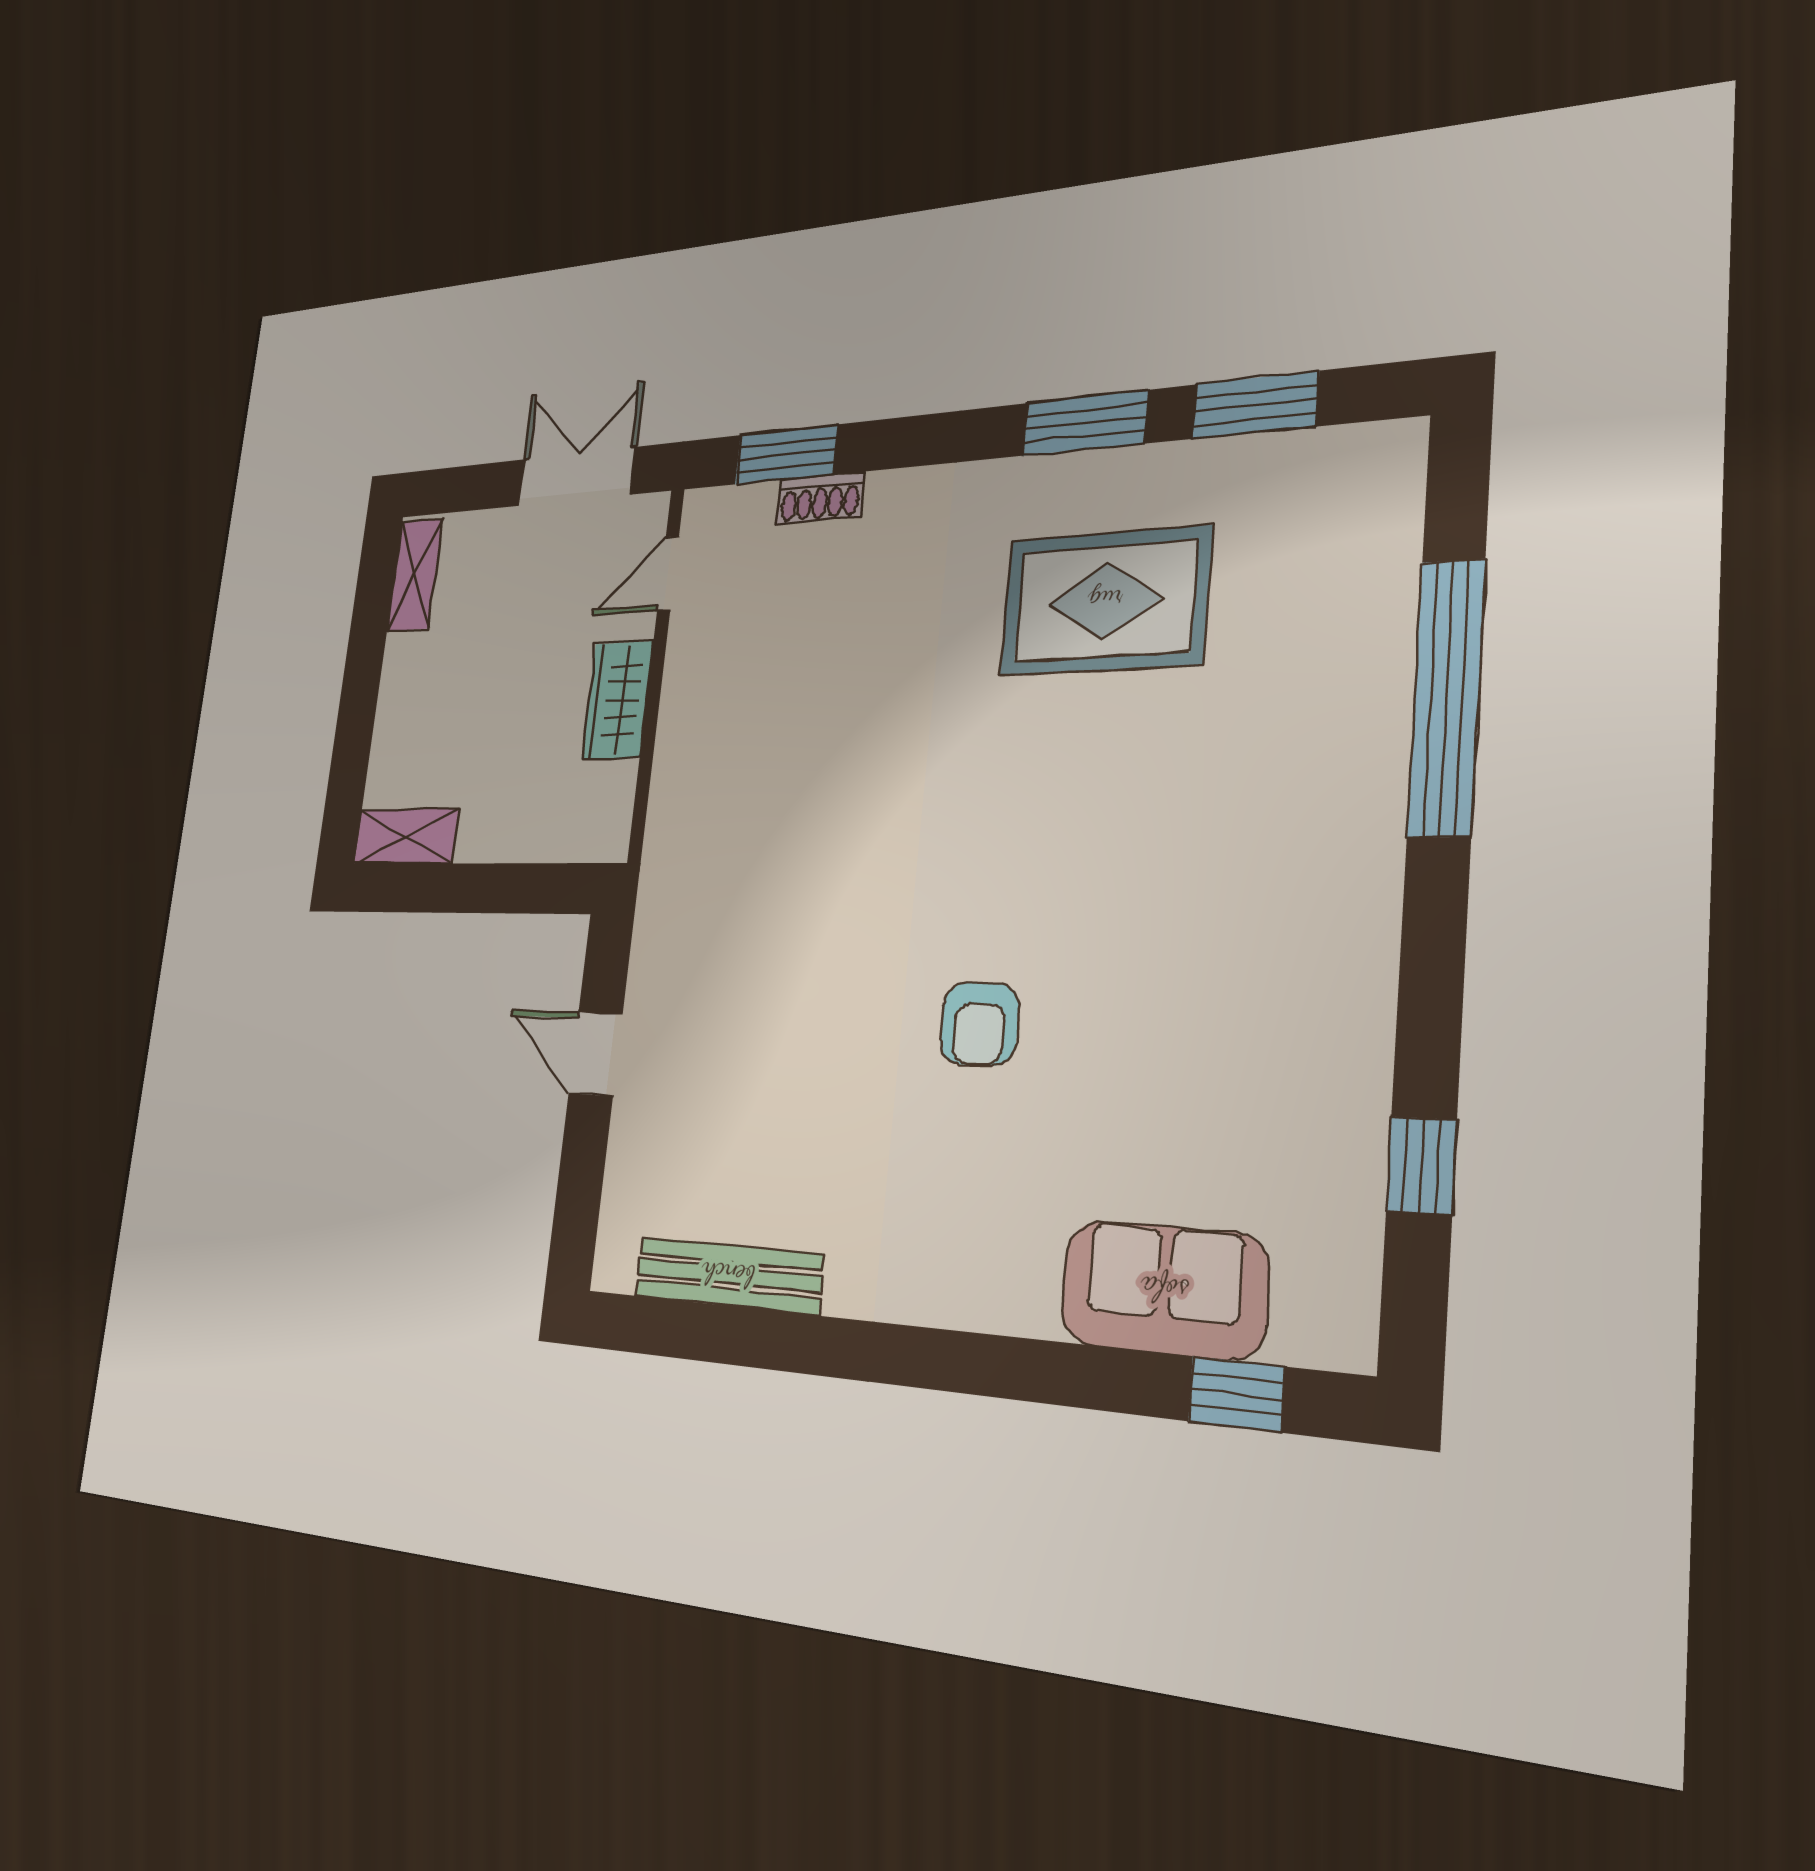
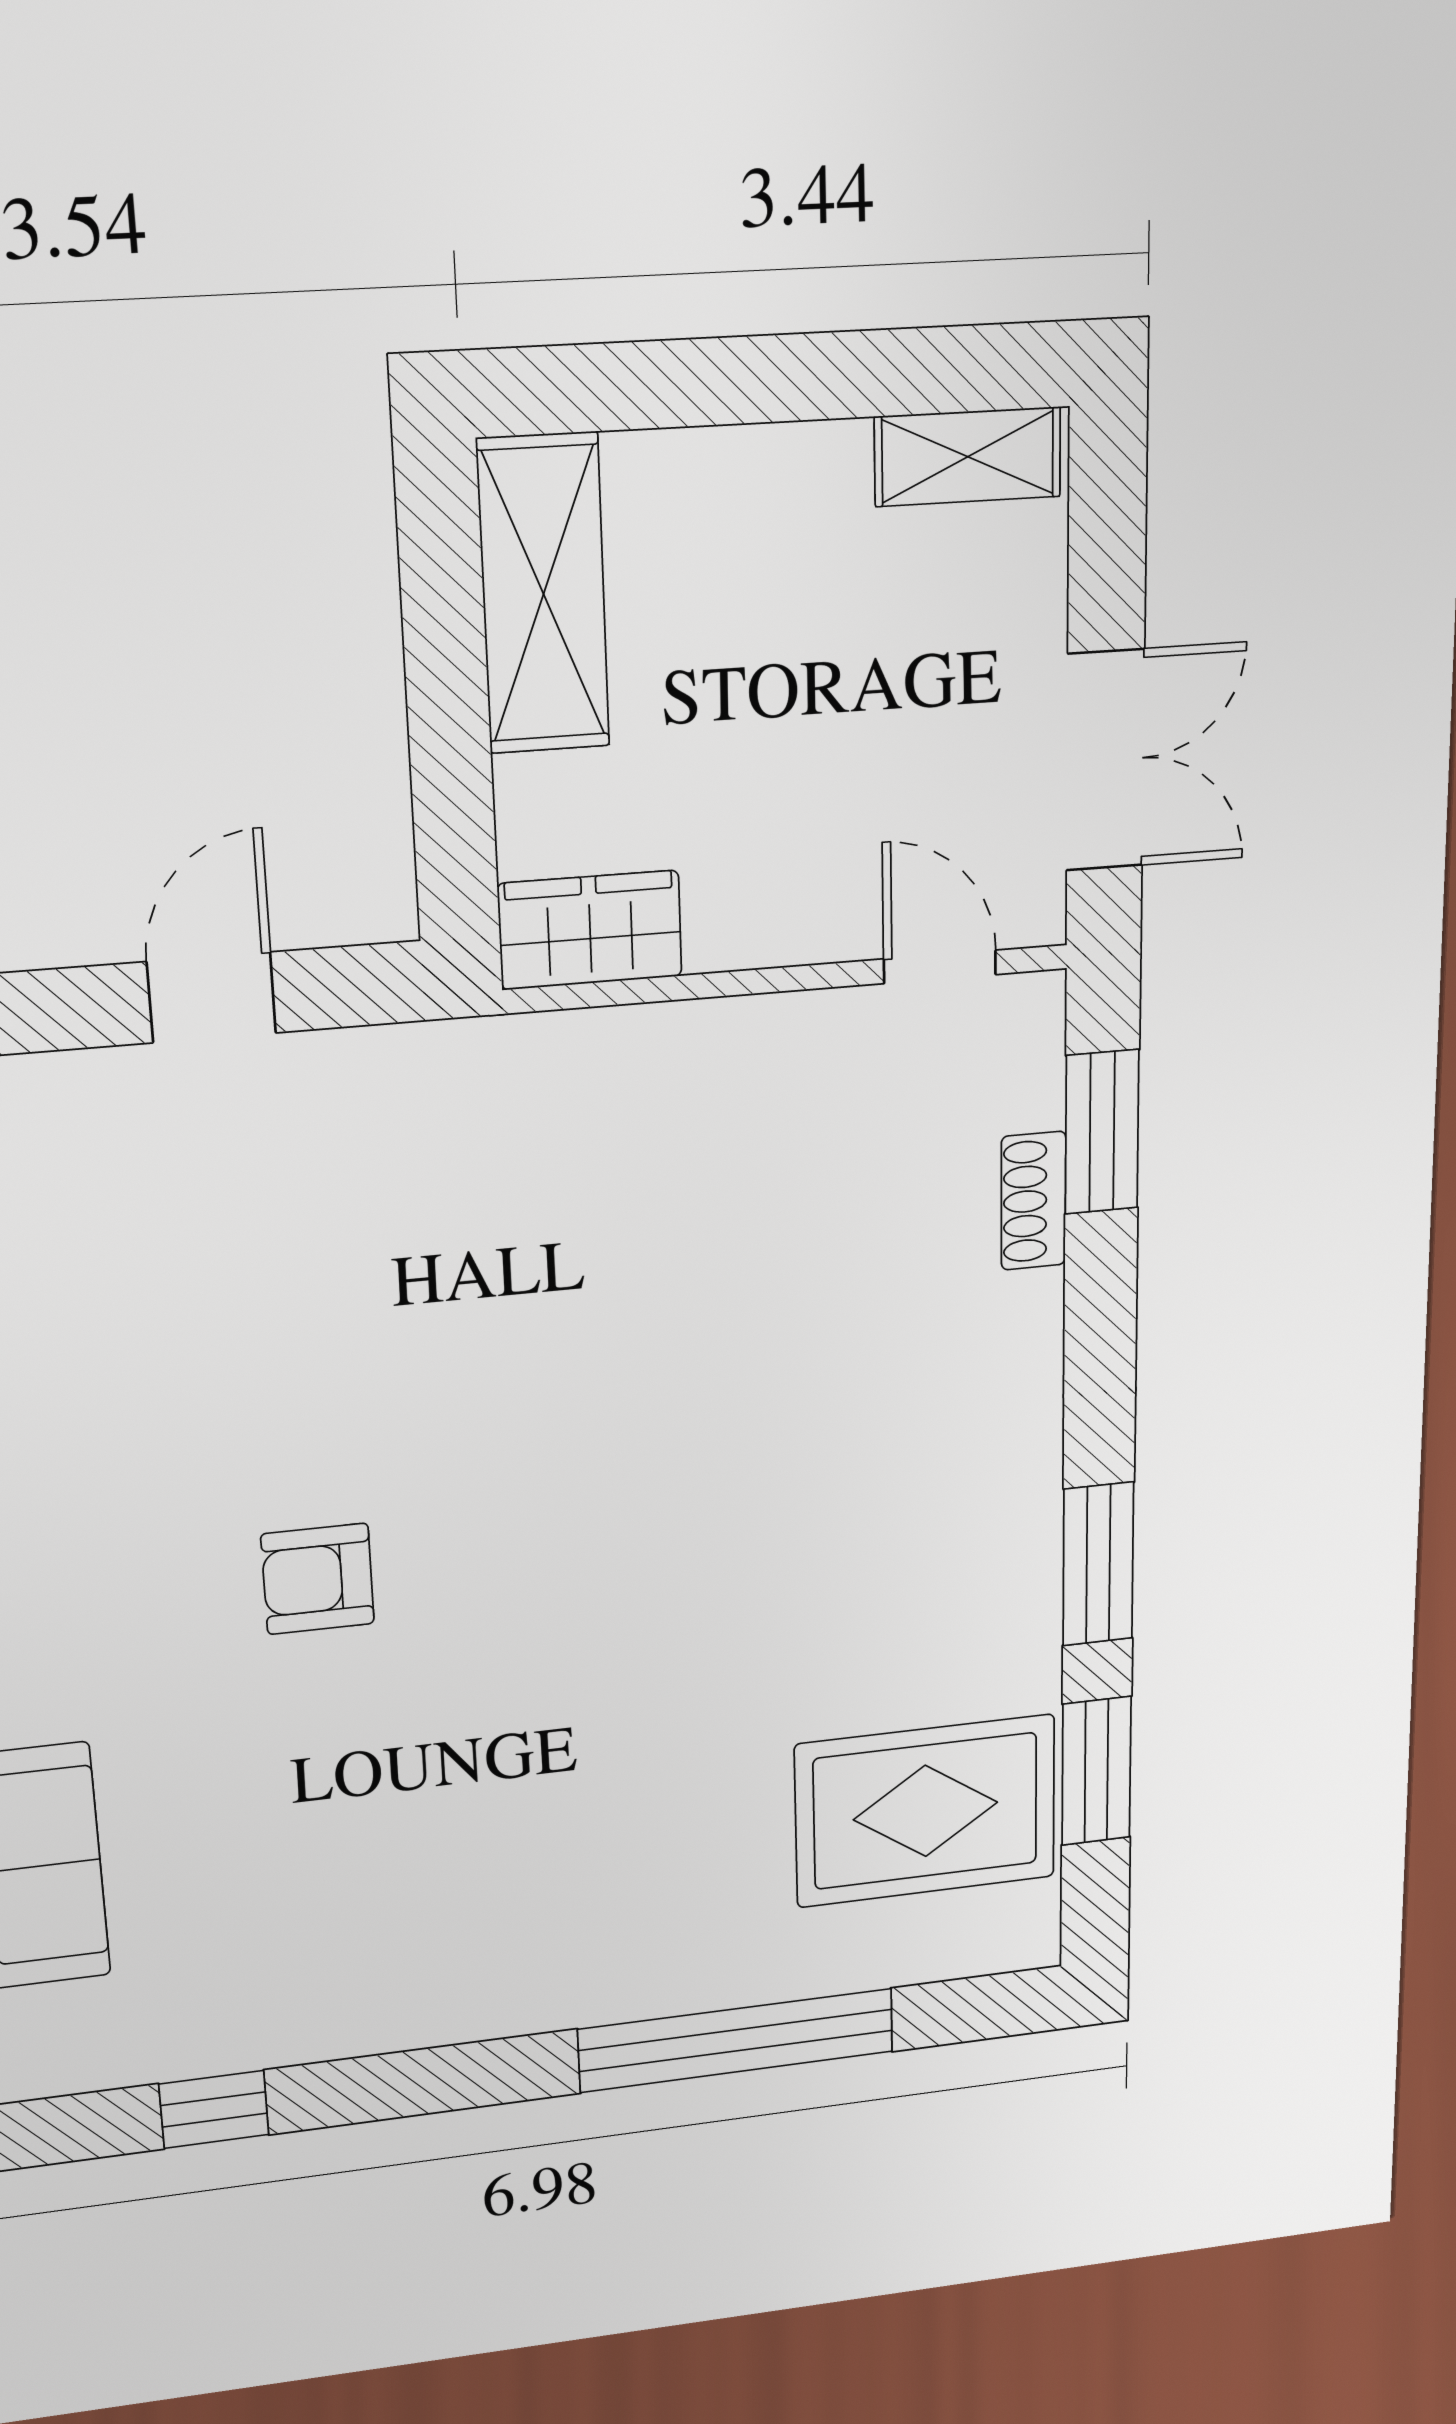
rug: (1105, 601) -> (926, 1811), moved, turned 90
wardrobe: (618, 700) -> (590, 930), moved
shelving: (406, 836) -> (543, 594), width x1.50, depth x1.33

